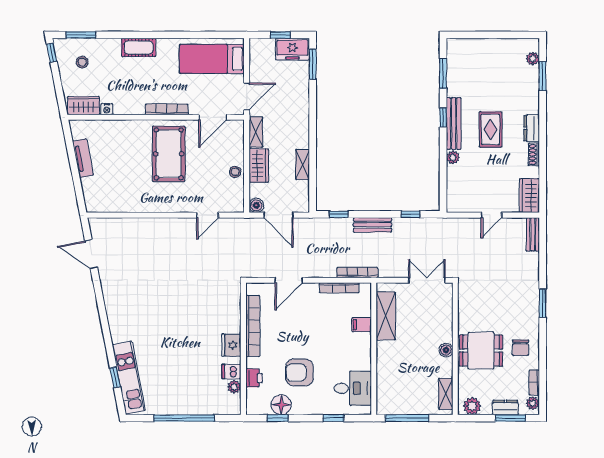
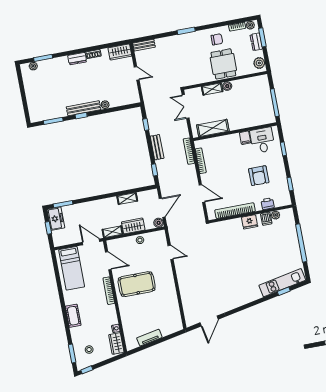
rug: (490, 129) -> (83, 84), removed
filing cabinet: (362, 325) -> (245, 138), moved
shelving: (446, 394) -> (212, 89), moved
floor lamp: (281, 405) -> (281, 183), removed

